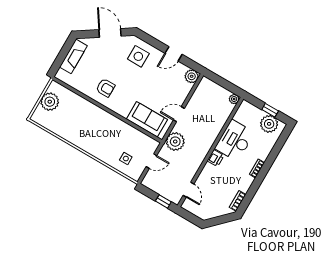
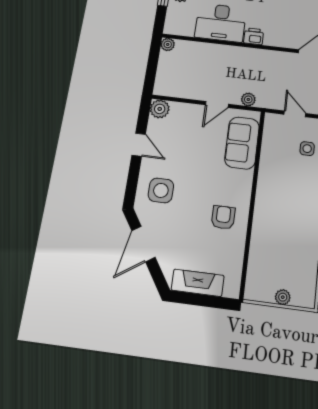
plant: (50, 102) -> (283, 297), width x0.53, depth x0.53
door: (179, 114) -> (217, 104), hinge flipped
plant: (175, 142) -> (248, 99), width x0.53, depth x0.53

